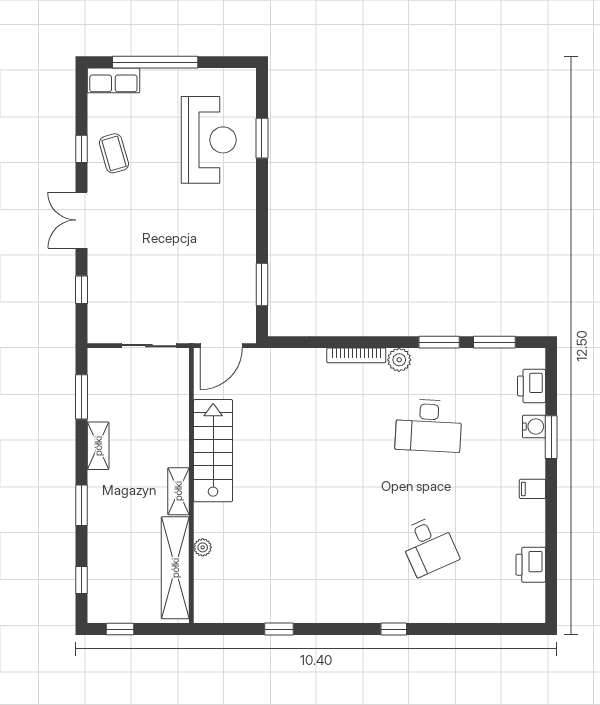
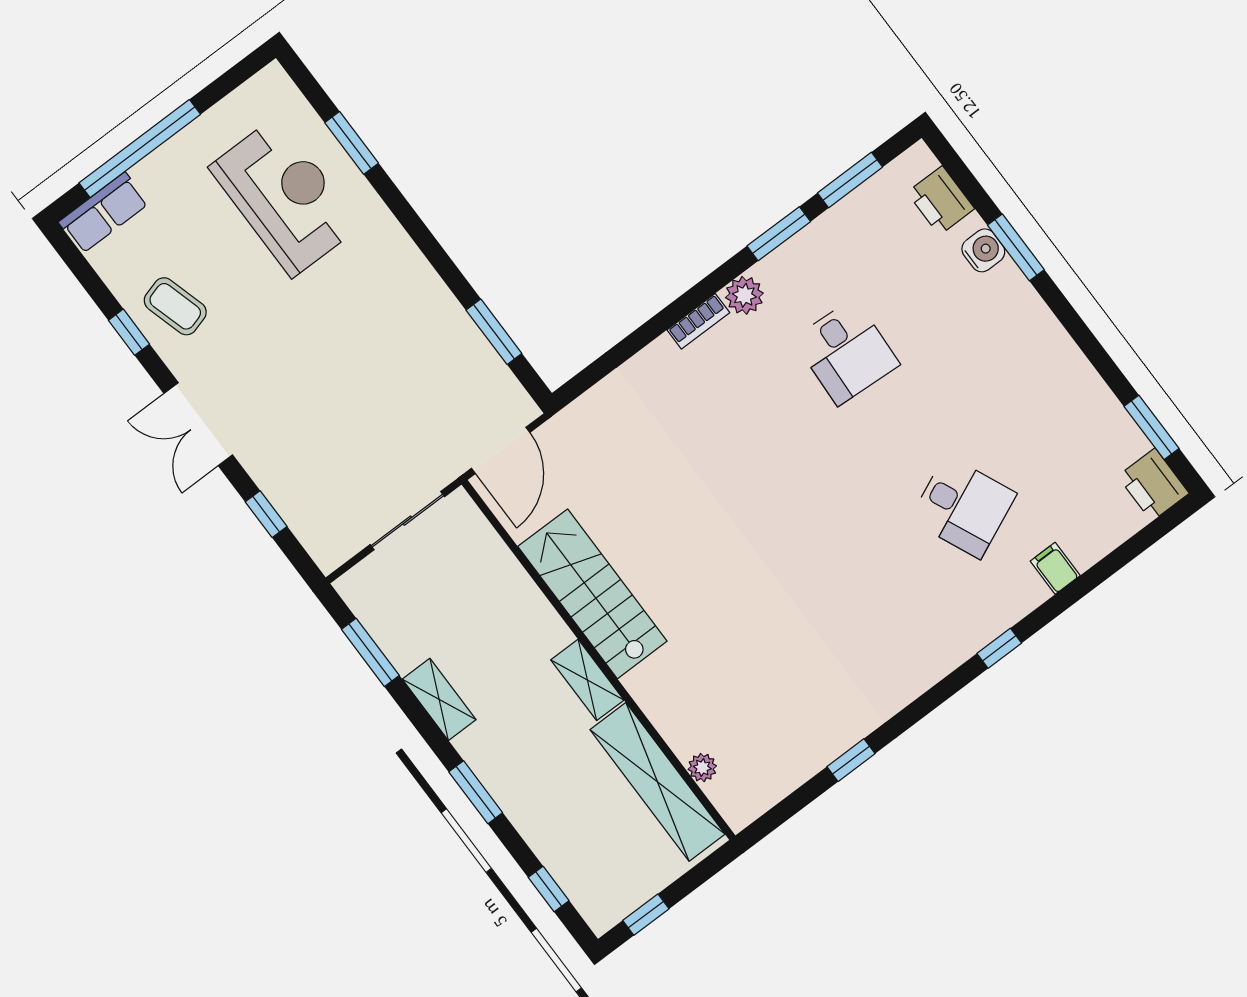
bookcase: (356, 355) -> (698, 321), width x0.64
desk: (429, 426) -> (846, 352), width x0.73
filing cabinet: (532, 489) -> (1055, 568), moved, turned 90
plant: (203, 547) -> (702, 768), moved
printer: (531, 565) -> (1153, 485), moved
window: (551, 577) -> (1151, 427), added

